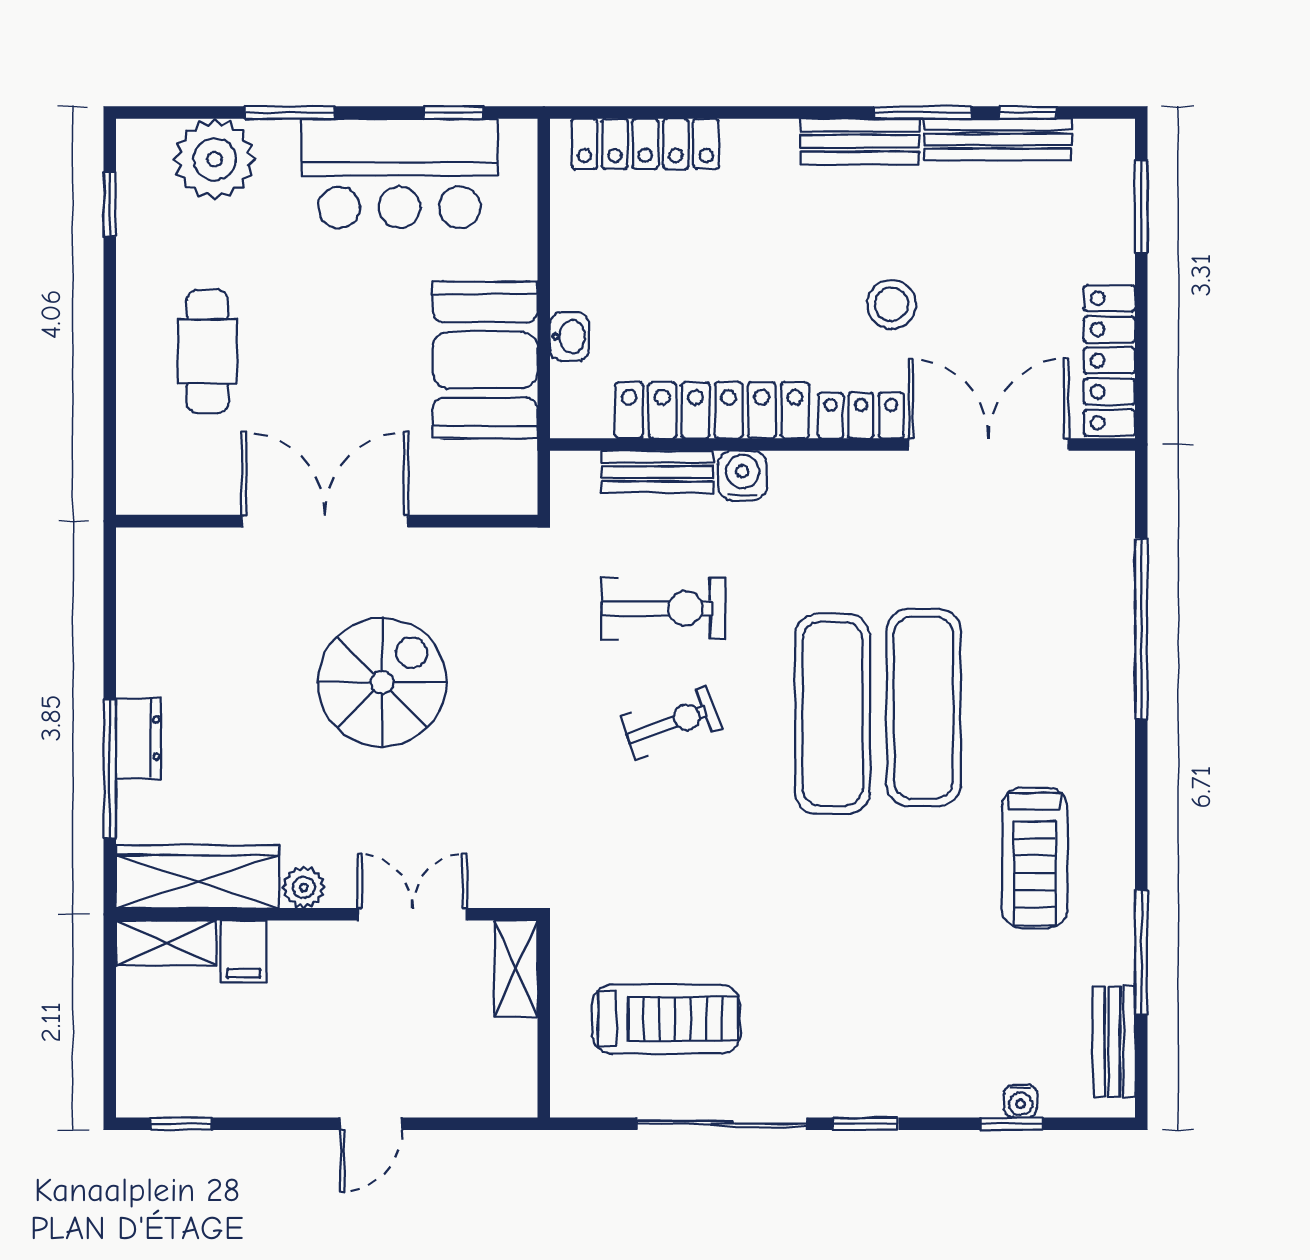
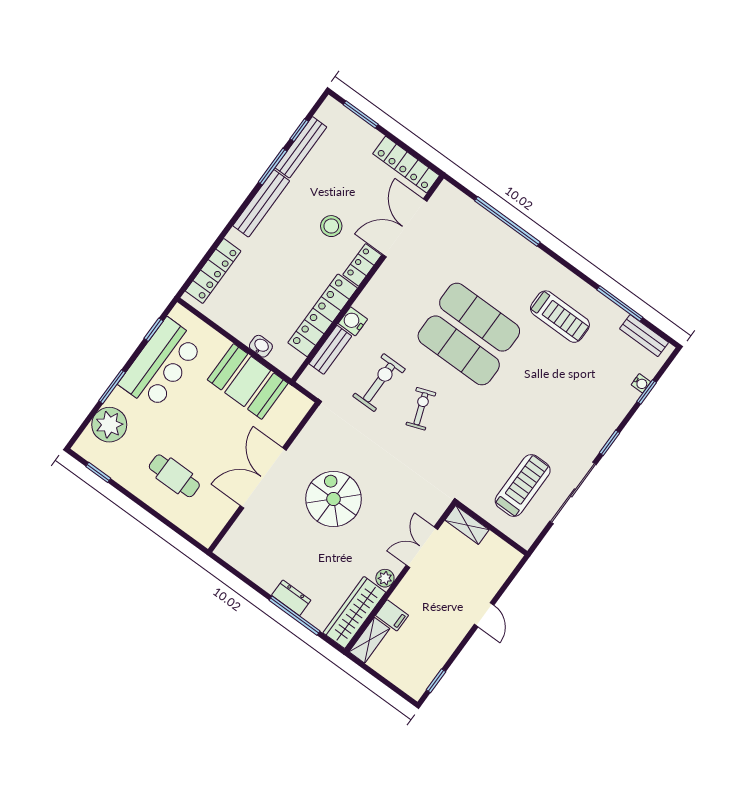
bench: (860, 141) -> (261, 203), width x1.36

